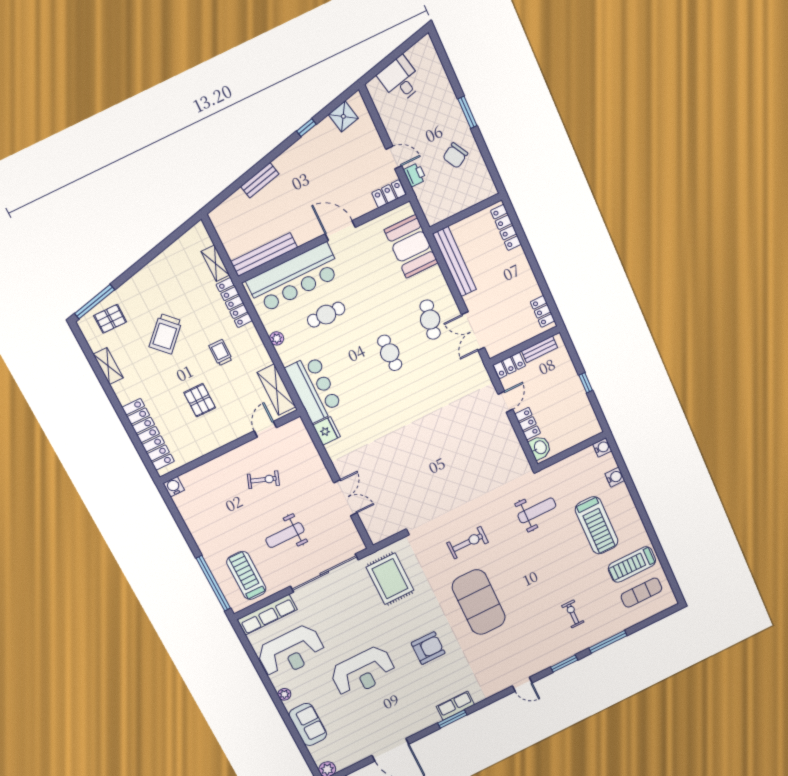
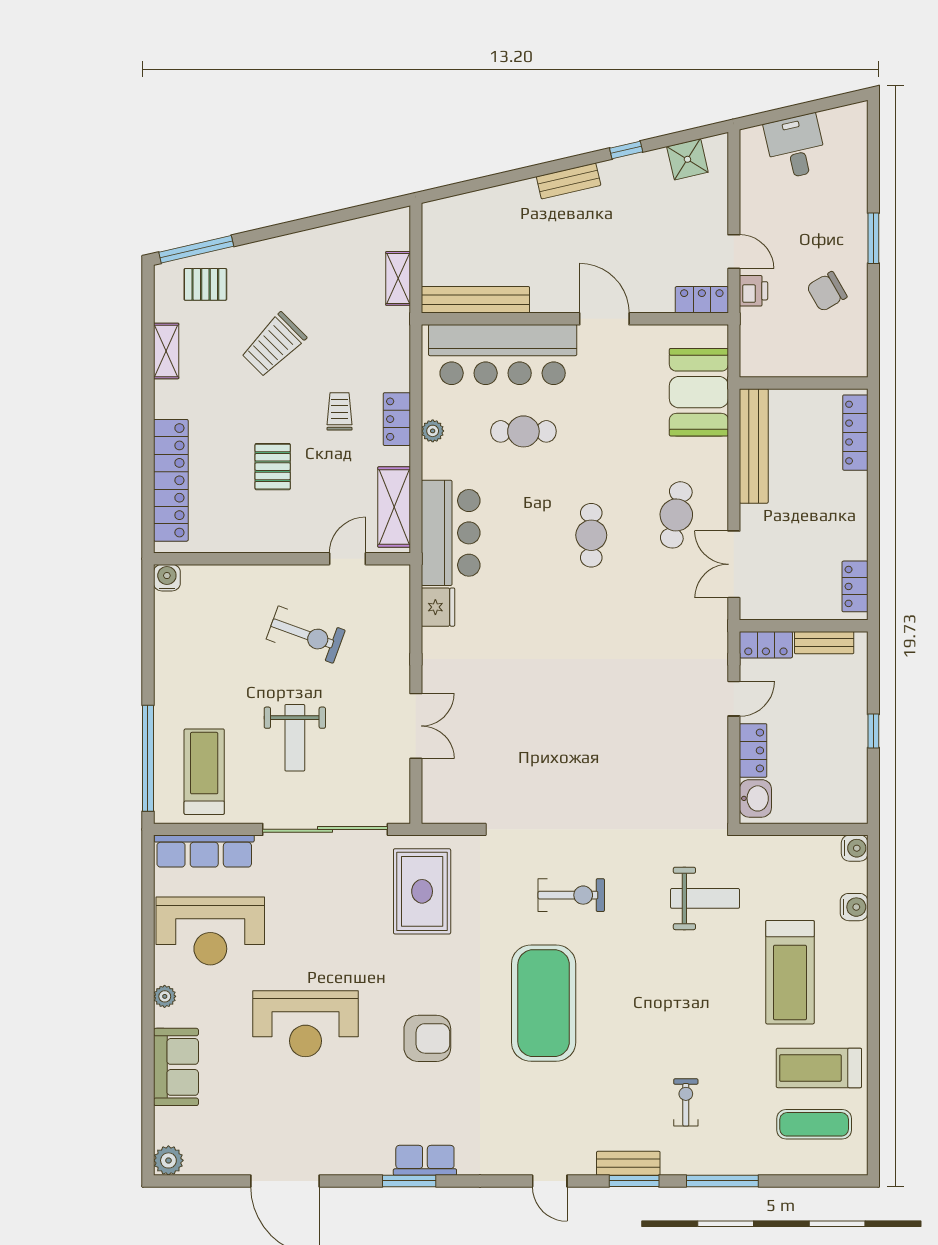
bench: (260, 180) -> (569, 181), moved
locker: (234, 303) -> (397, 419), moved, width x0.66
exercise bike: (263, 480) -> (306, 635), width x1.38, depth x1.39
weight bench: (285, 535) -> (295, 738), turned -90
bench: (557, 657) -> (628, 1163), added

